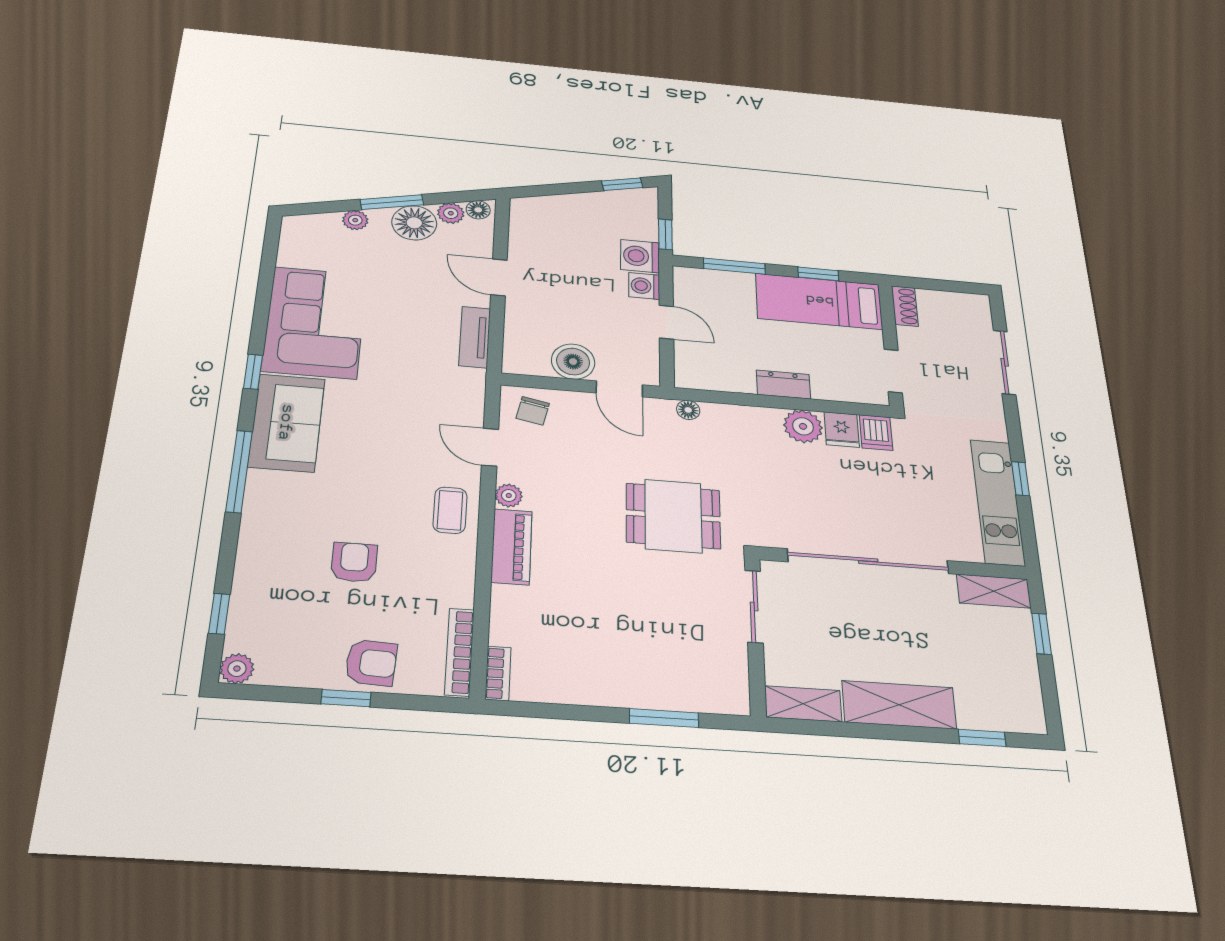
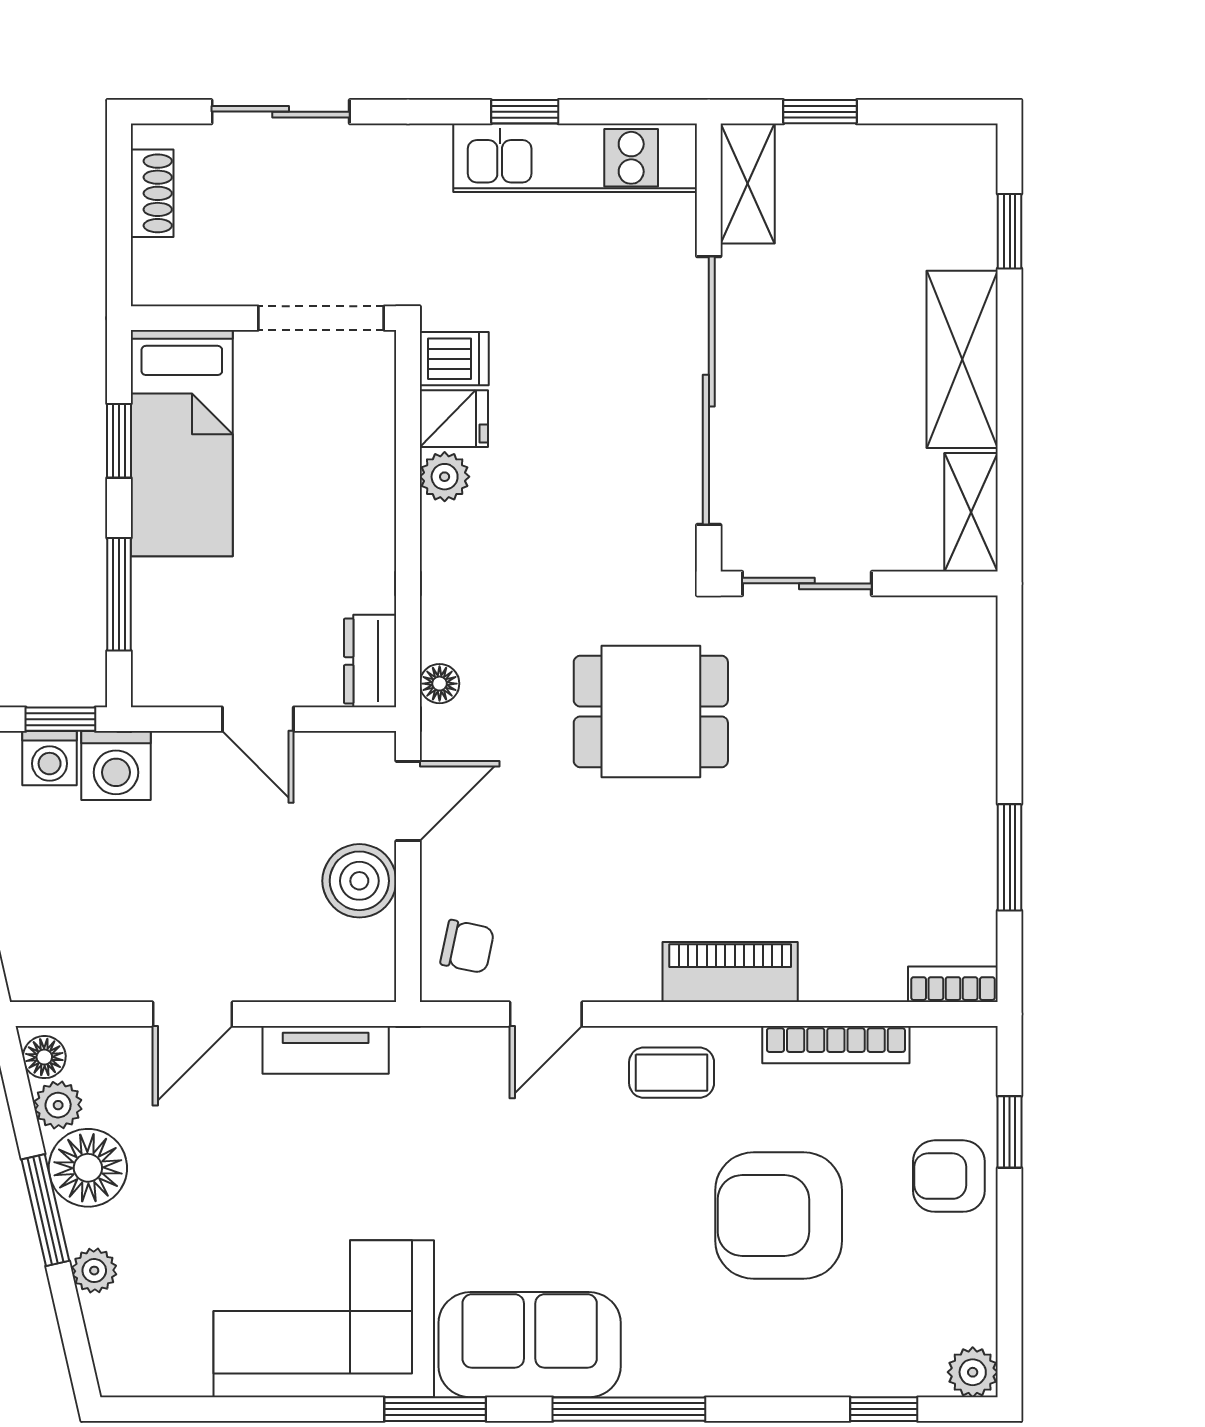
washing machine: (644, 286) -> (50, 758), moved
shoe rack: (905, 306) -> (152, 193), moved, turned 90
door: (666, 322) -> (258, 719), swing flipped
doorway: (893, 371) -> (321, 318), width x1.38
window: (253, 372) -> (435, 1409), width x1.50
dresser: (783, 385) -> (370, 661), moved
plant: (803, 426) -> (445, 477), width x0.73, depth x0.73
plant: (509, 496) -> (636, 980), removed
dining table: (673, 516) -> (651, 711), turned 90
armchair: (354, 562) -> (779, 1216), width x1.88, depth x1.88
bookcase: (459, 652) -> (836, 1045), moved
armchair: (371, 663) -> (949, 1176), turned -93
window: (346, 698) -> (1010, 1132), moved
window: (664, 718) -> (1010, 857), moved

